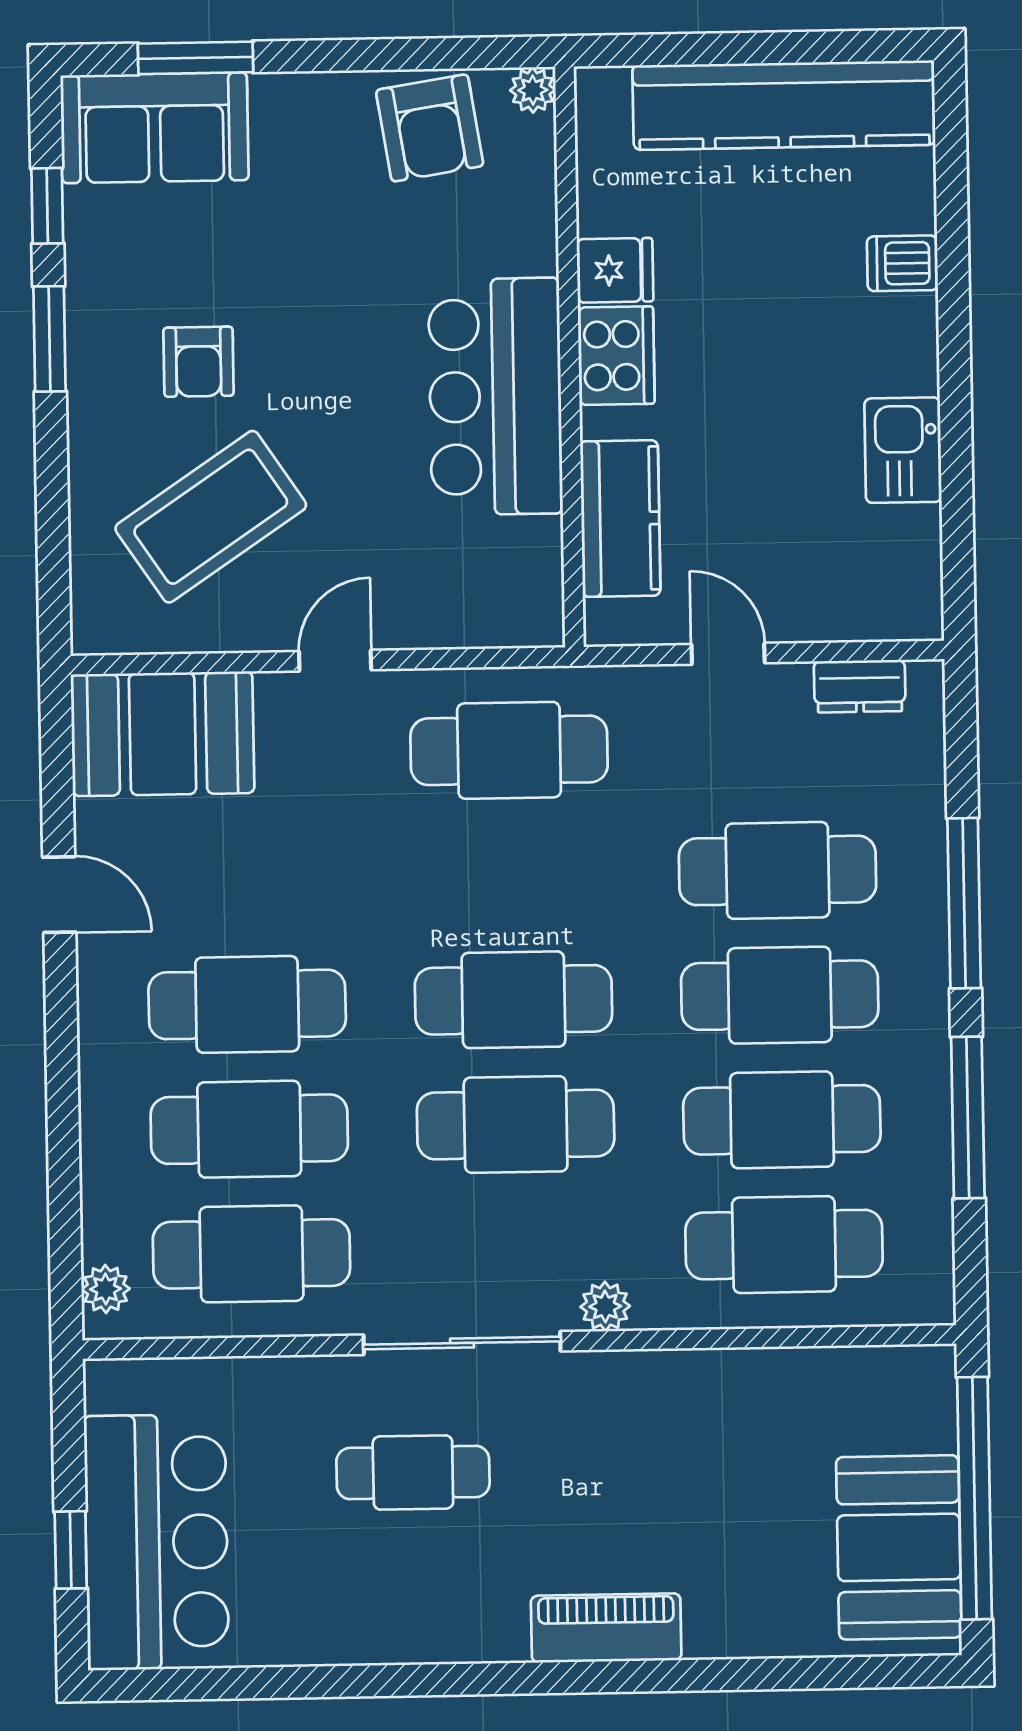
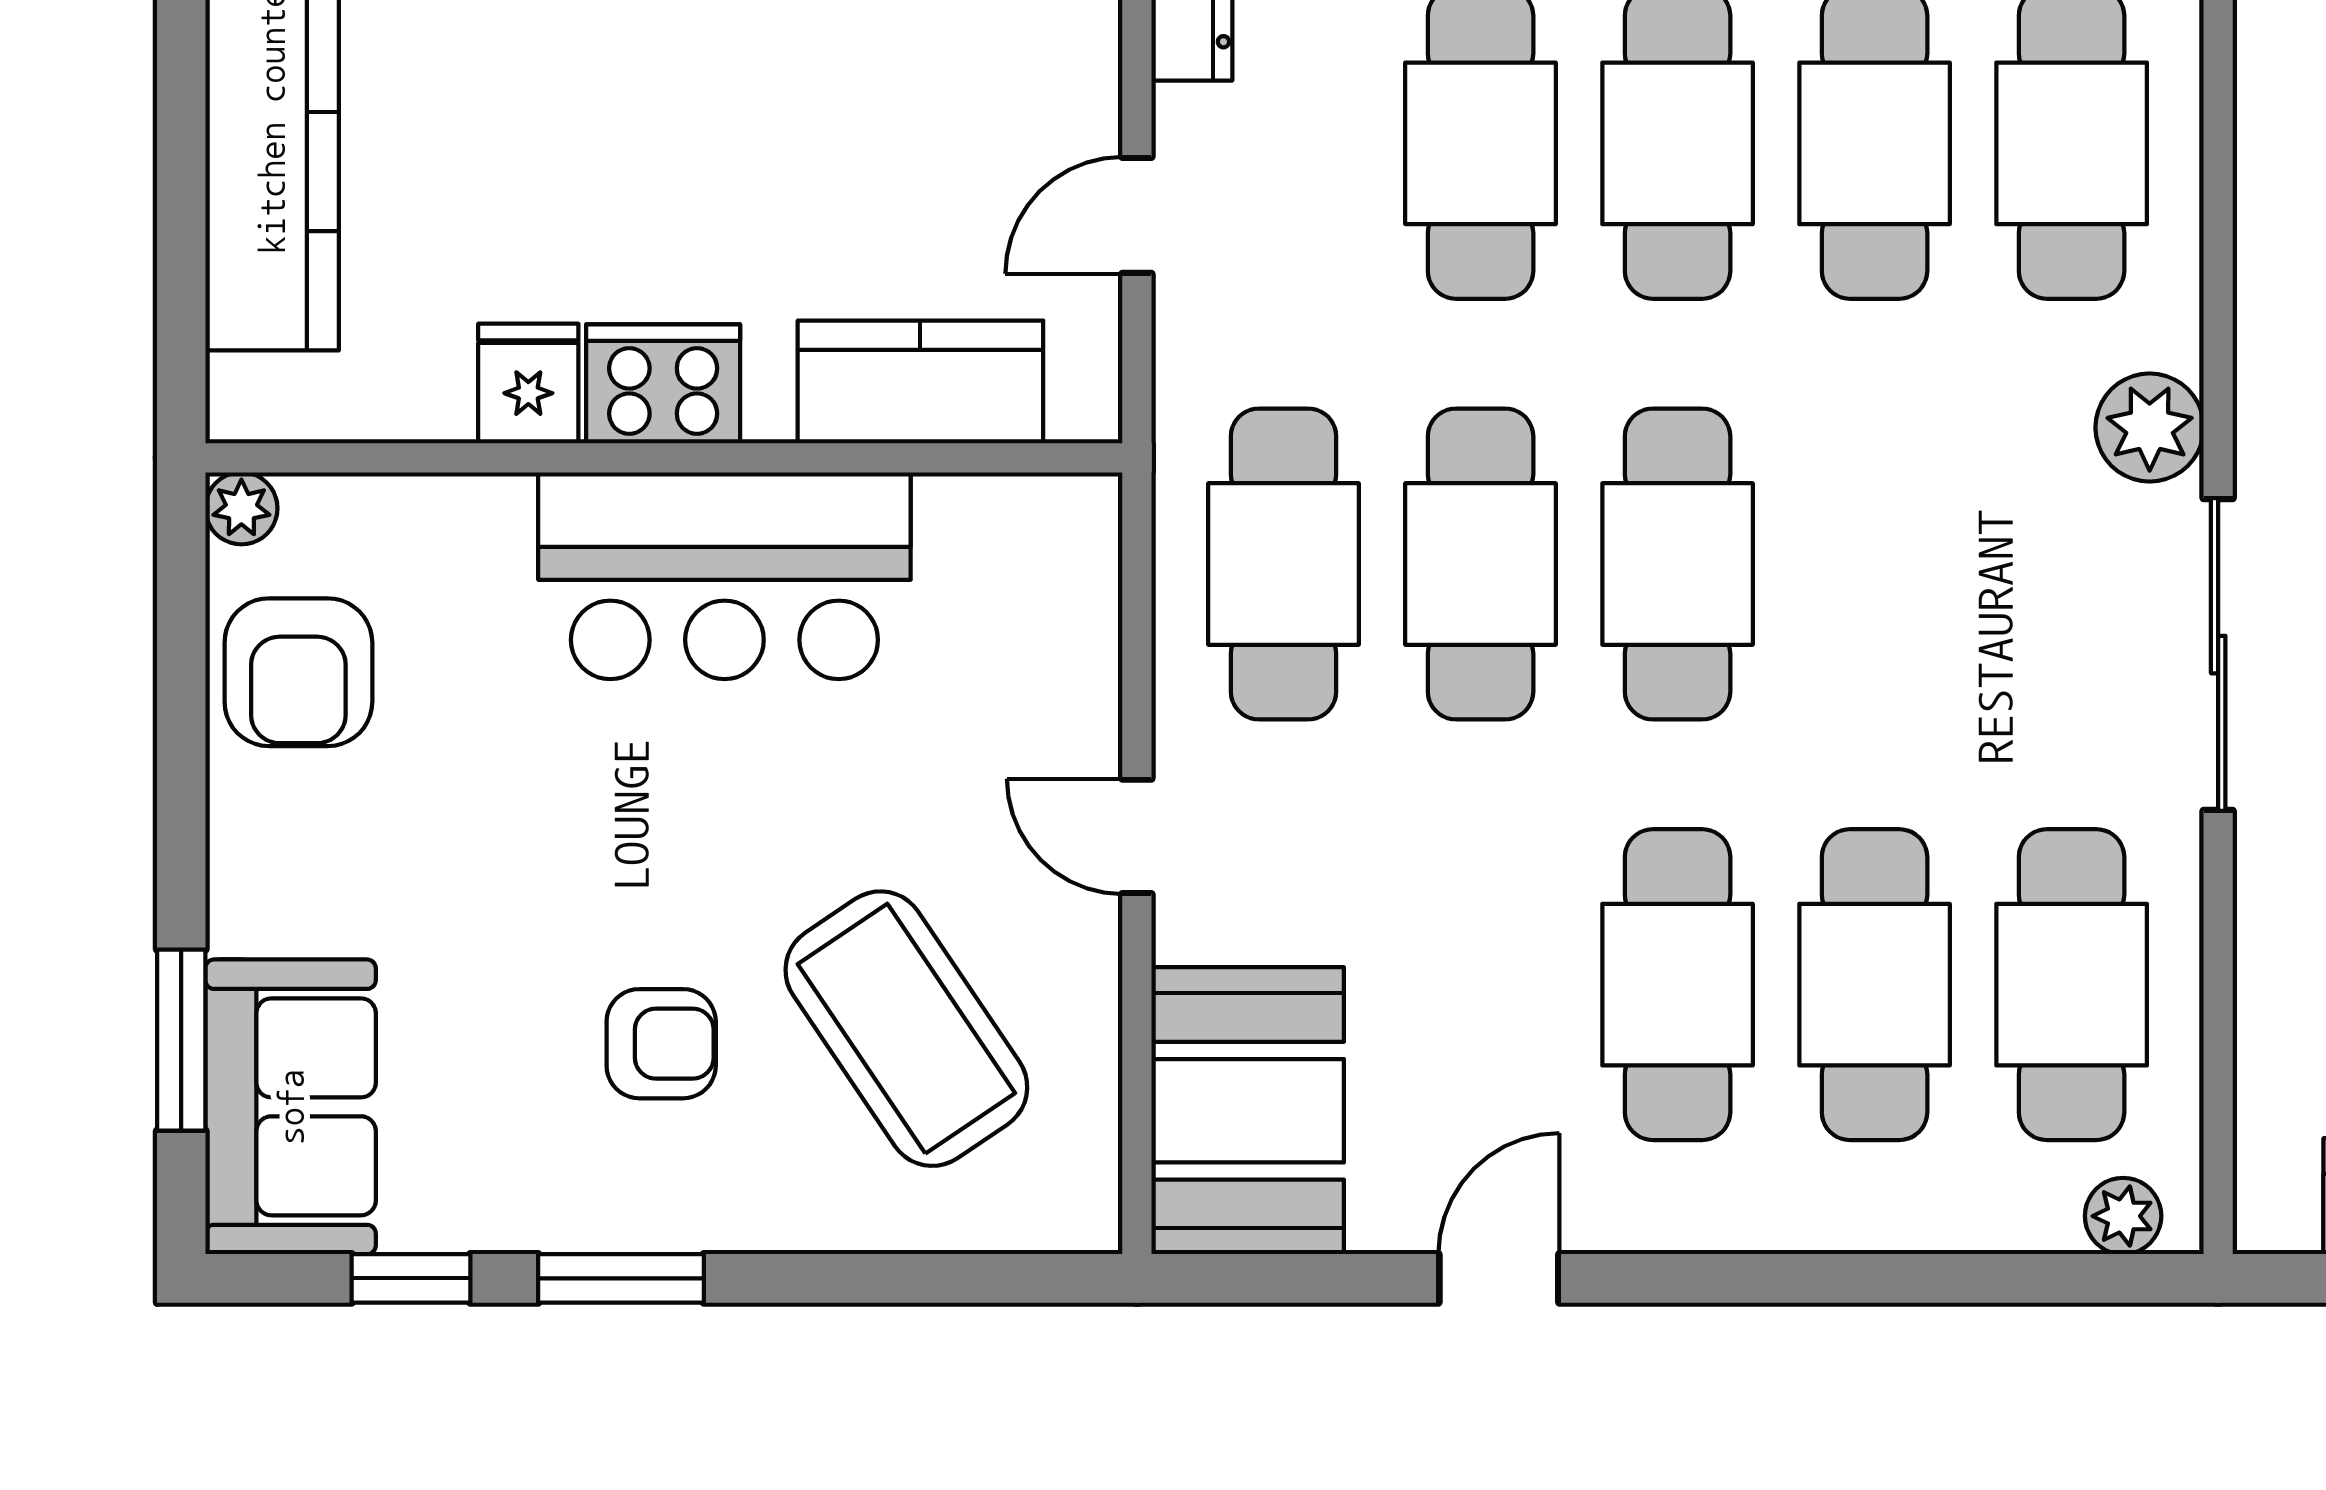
armchair: (430, 128) -> (298, 672), turned 99
cafe table: (516, 1125) -> (1481, 564), moved
plant: (605, 1306) -> (2150, 428), width x1.38, depth x1.38

